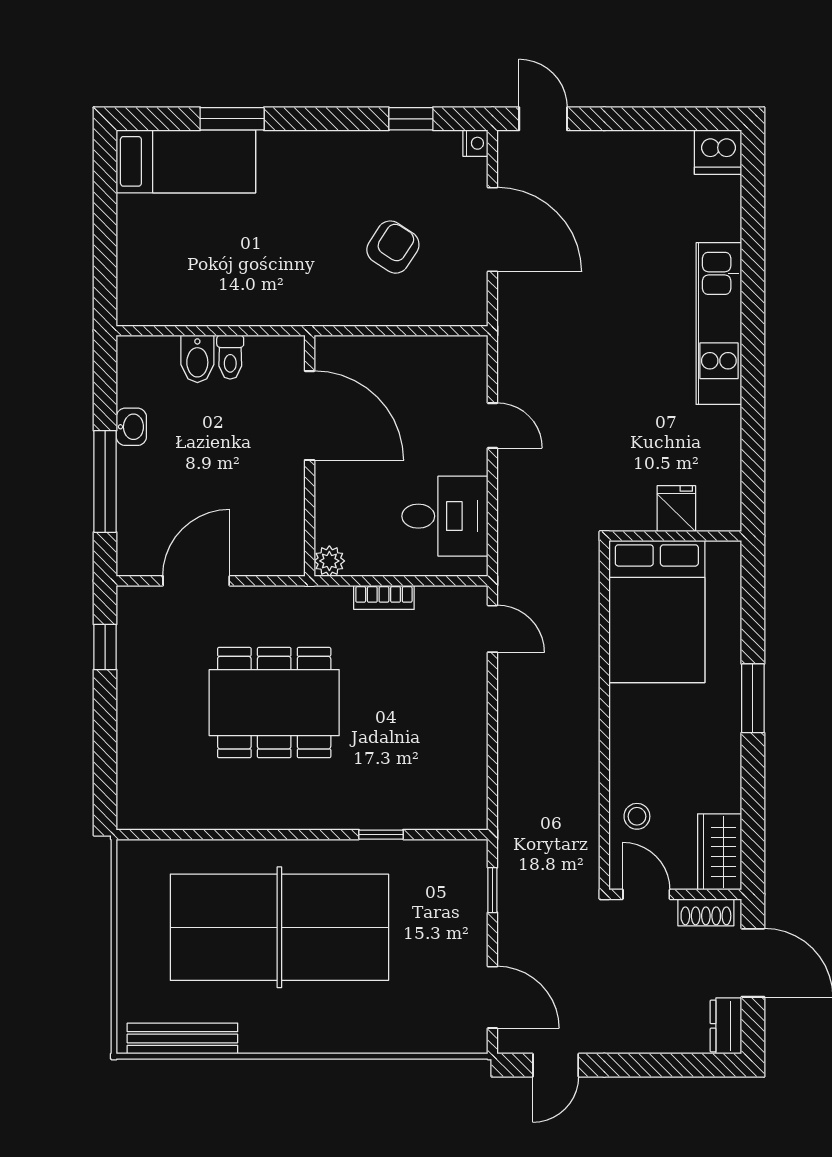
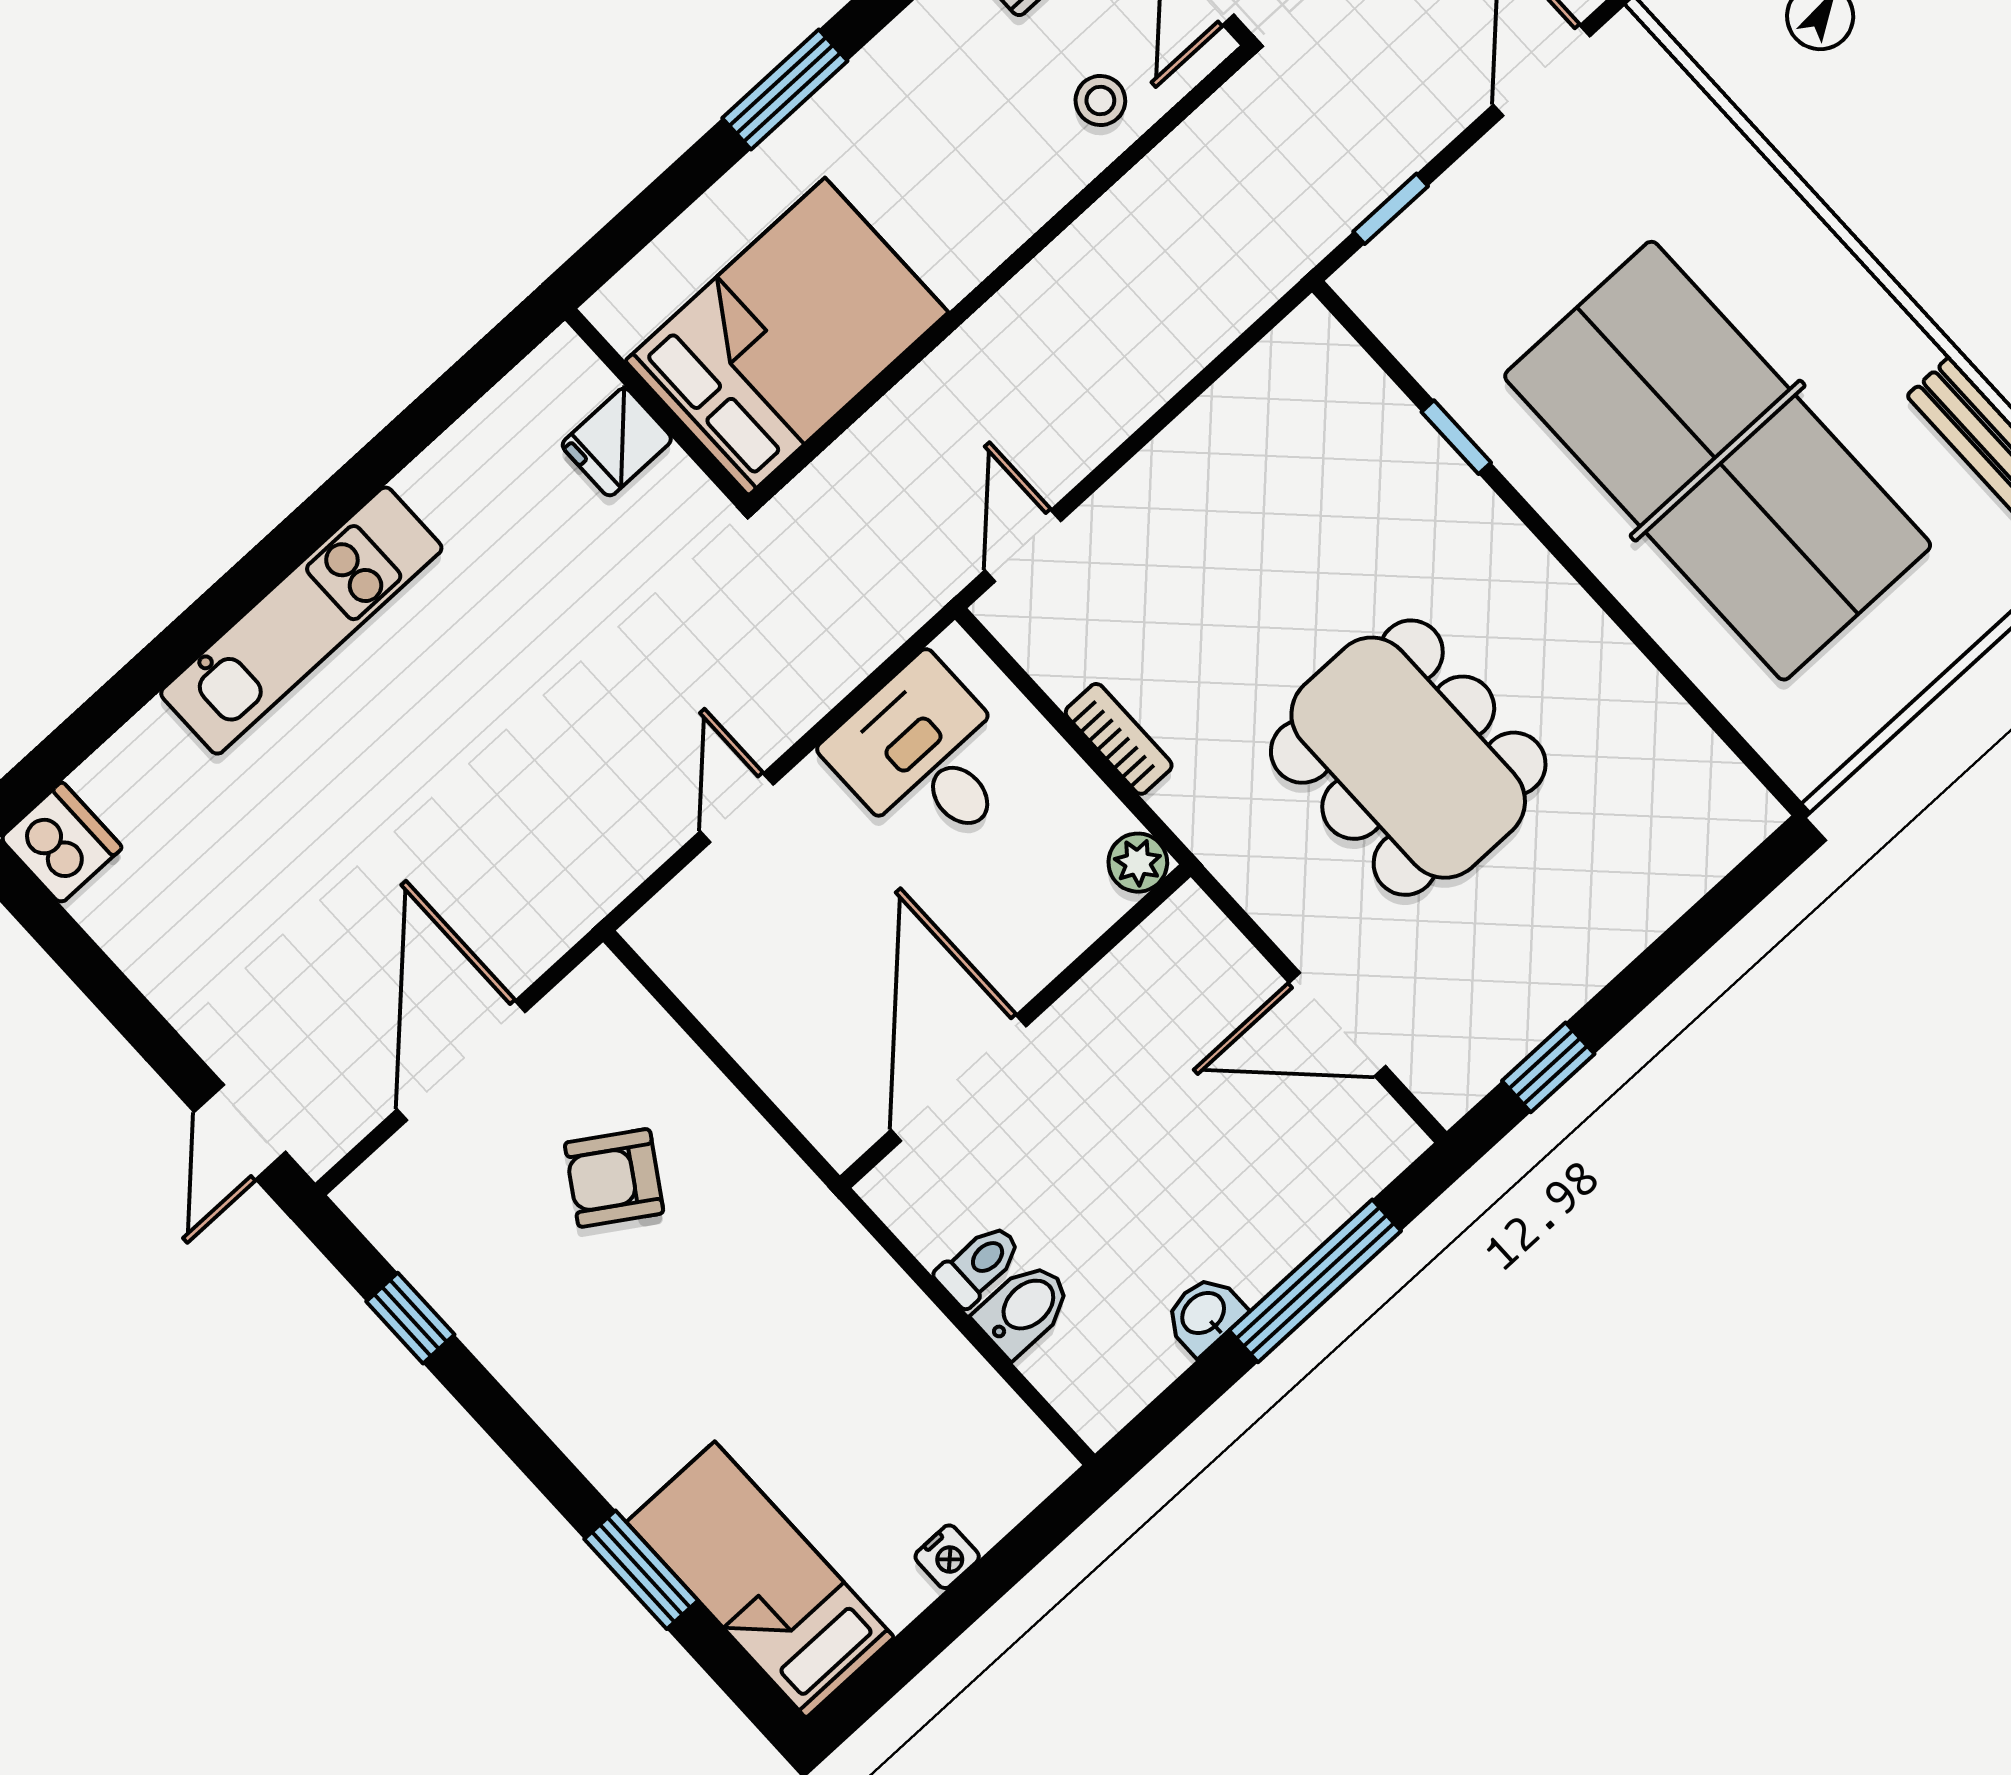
nightstand: (475, 143) -> (947, 1557), moved, turned 180

